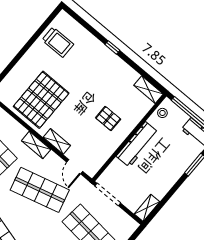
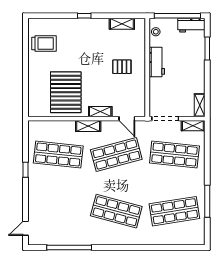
shelving: (149, 90) -> (122, 24), moved
workbench: (137, 144) -> (157, 62), width x0.73
shelving: (126, 220) -> (193, 126), added

